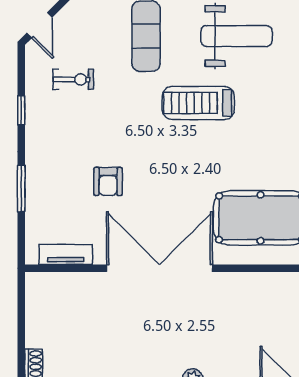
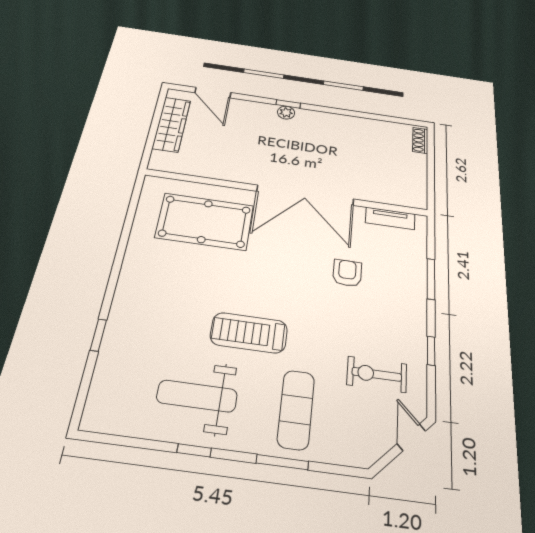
exercise bike: (73, 79) -> (377, 374), width x1.38, depth x1.39
treadmill: (198, 103) -> (249, 333), turned 180

